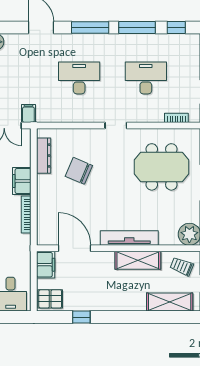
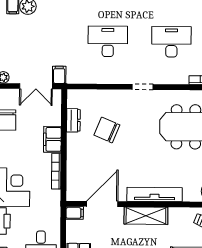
dresser: (44, 156) -> (73, 120), width x0.70
door: (74, 248) -> (102, 204), hinge flipped
shelving: (138, 260) -> (146, 216), moved
filing cabinet: (46, 265) -> (75, 213), width x0.50

